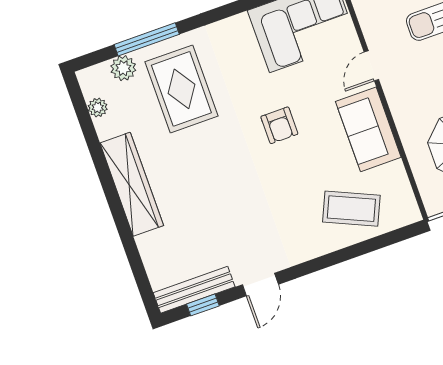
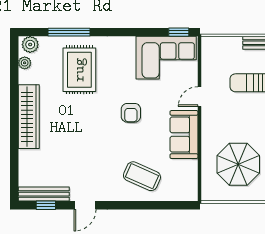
plant: (123, 68) -> (30, 45), moved
coffee table: (351, 209) -> (142, 176), moved

